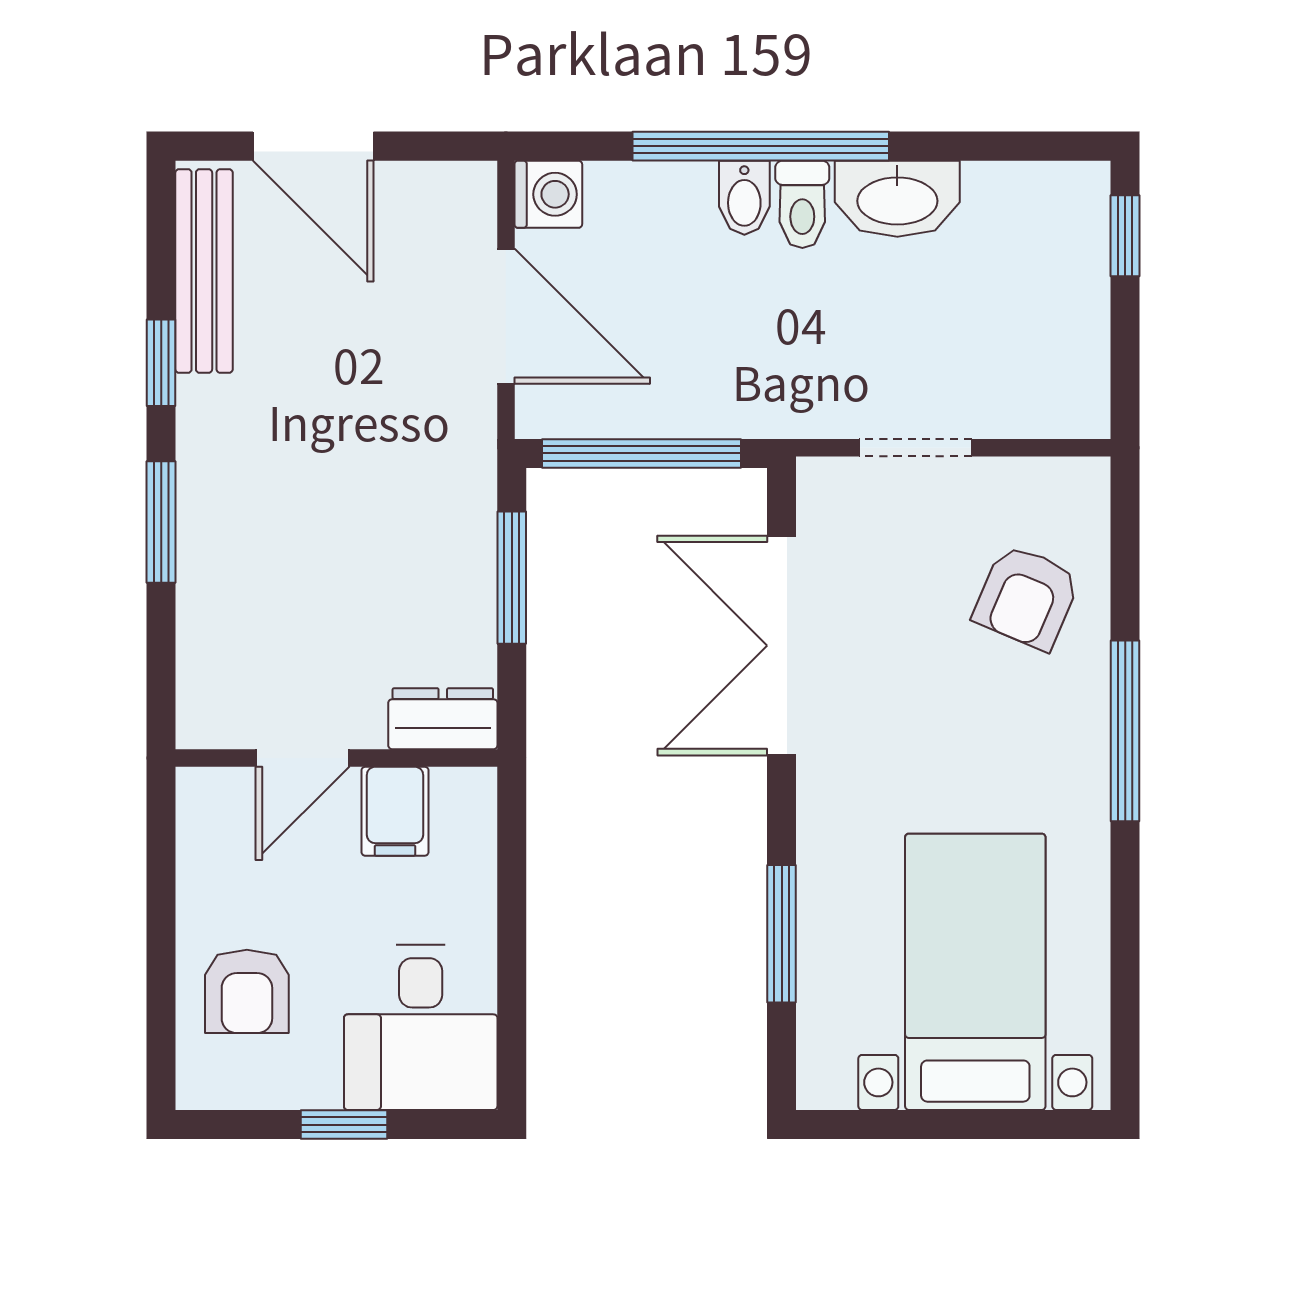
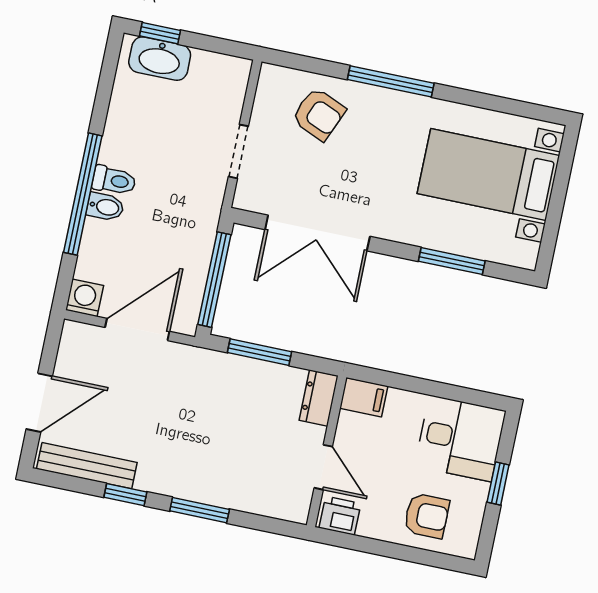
washbasin: (897, 199) -> (160, 59), moved, turned 90
filing cabinet: (395, 811) -> (364, 397), moved
printer: (210, 813) -> (340, 516), added

